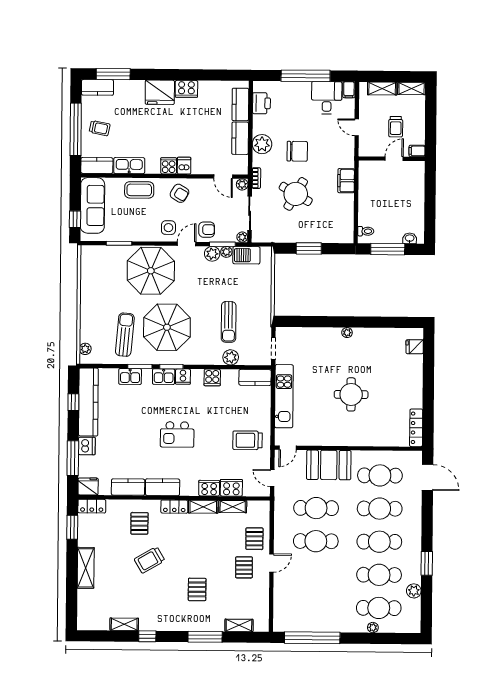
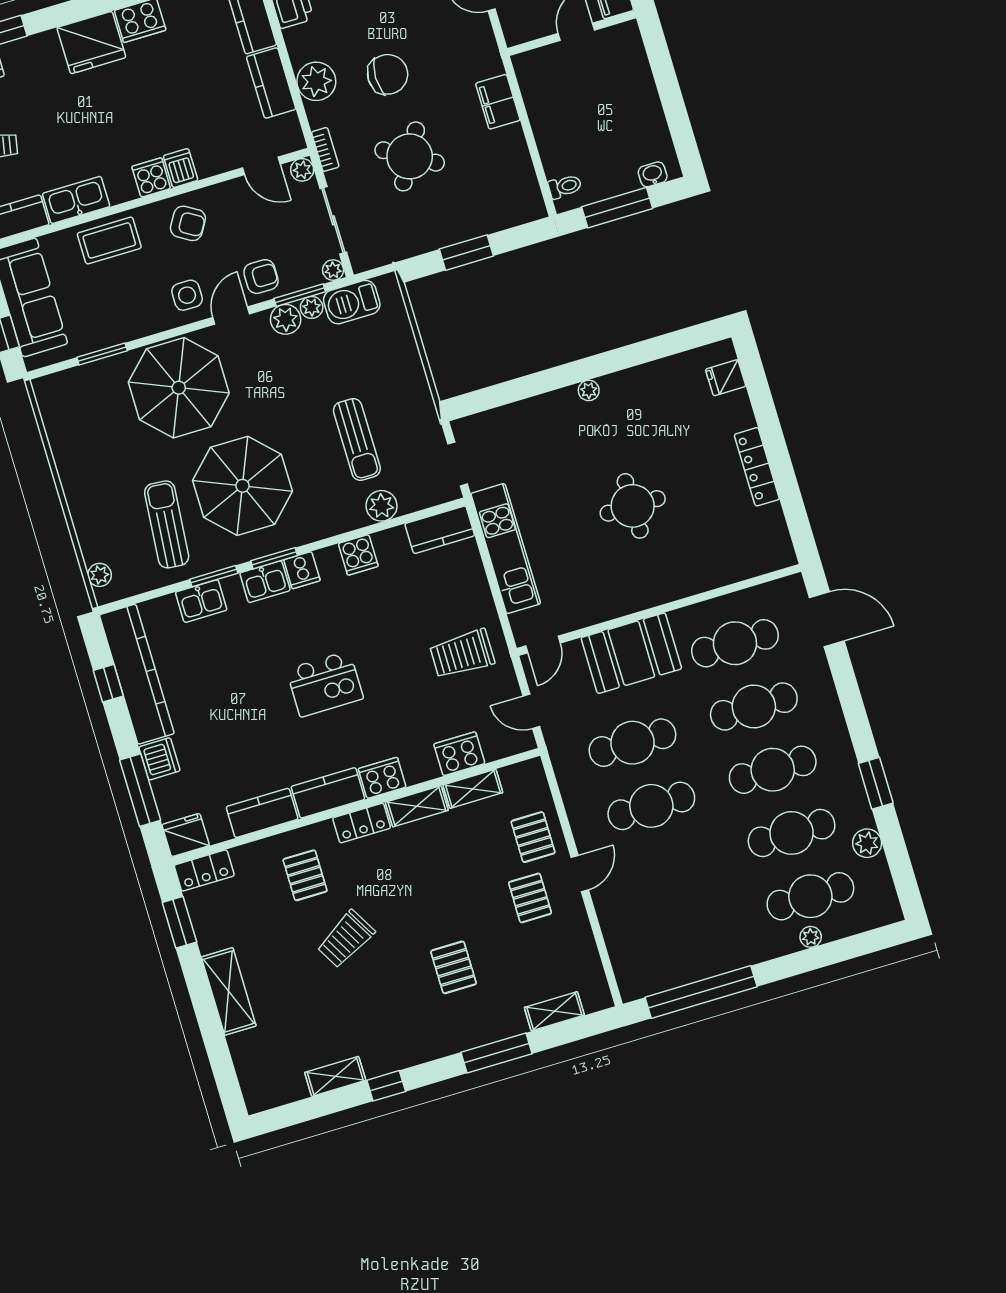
locker: (416, 428) -> (757, 467), moved
cooker: (209, 488) -> (382, 778), moved

